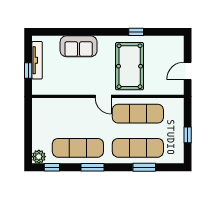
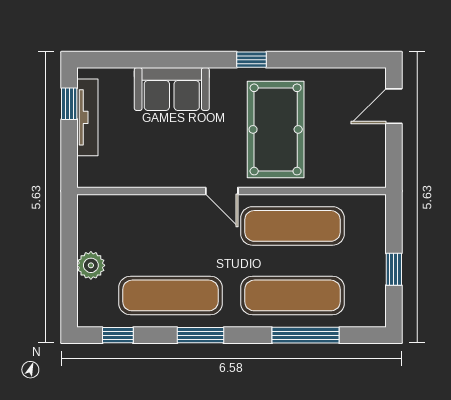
window: (136, 32) -> (251, 60), moved
window: (28, 70) -> (69, 104), moved
door: (188, 71) -> (394, 106), moved
plant: (39, 157) -> (91, 265), moved
window: (144, 167) -> (306, 335), width x1.44

